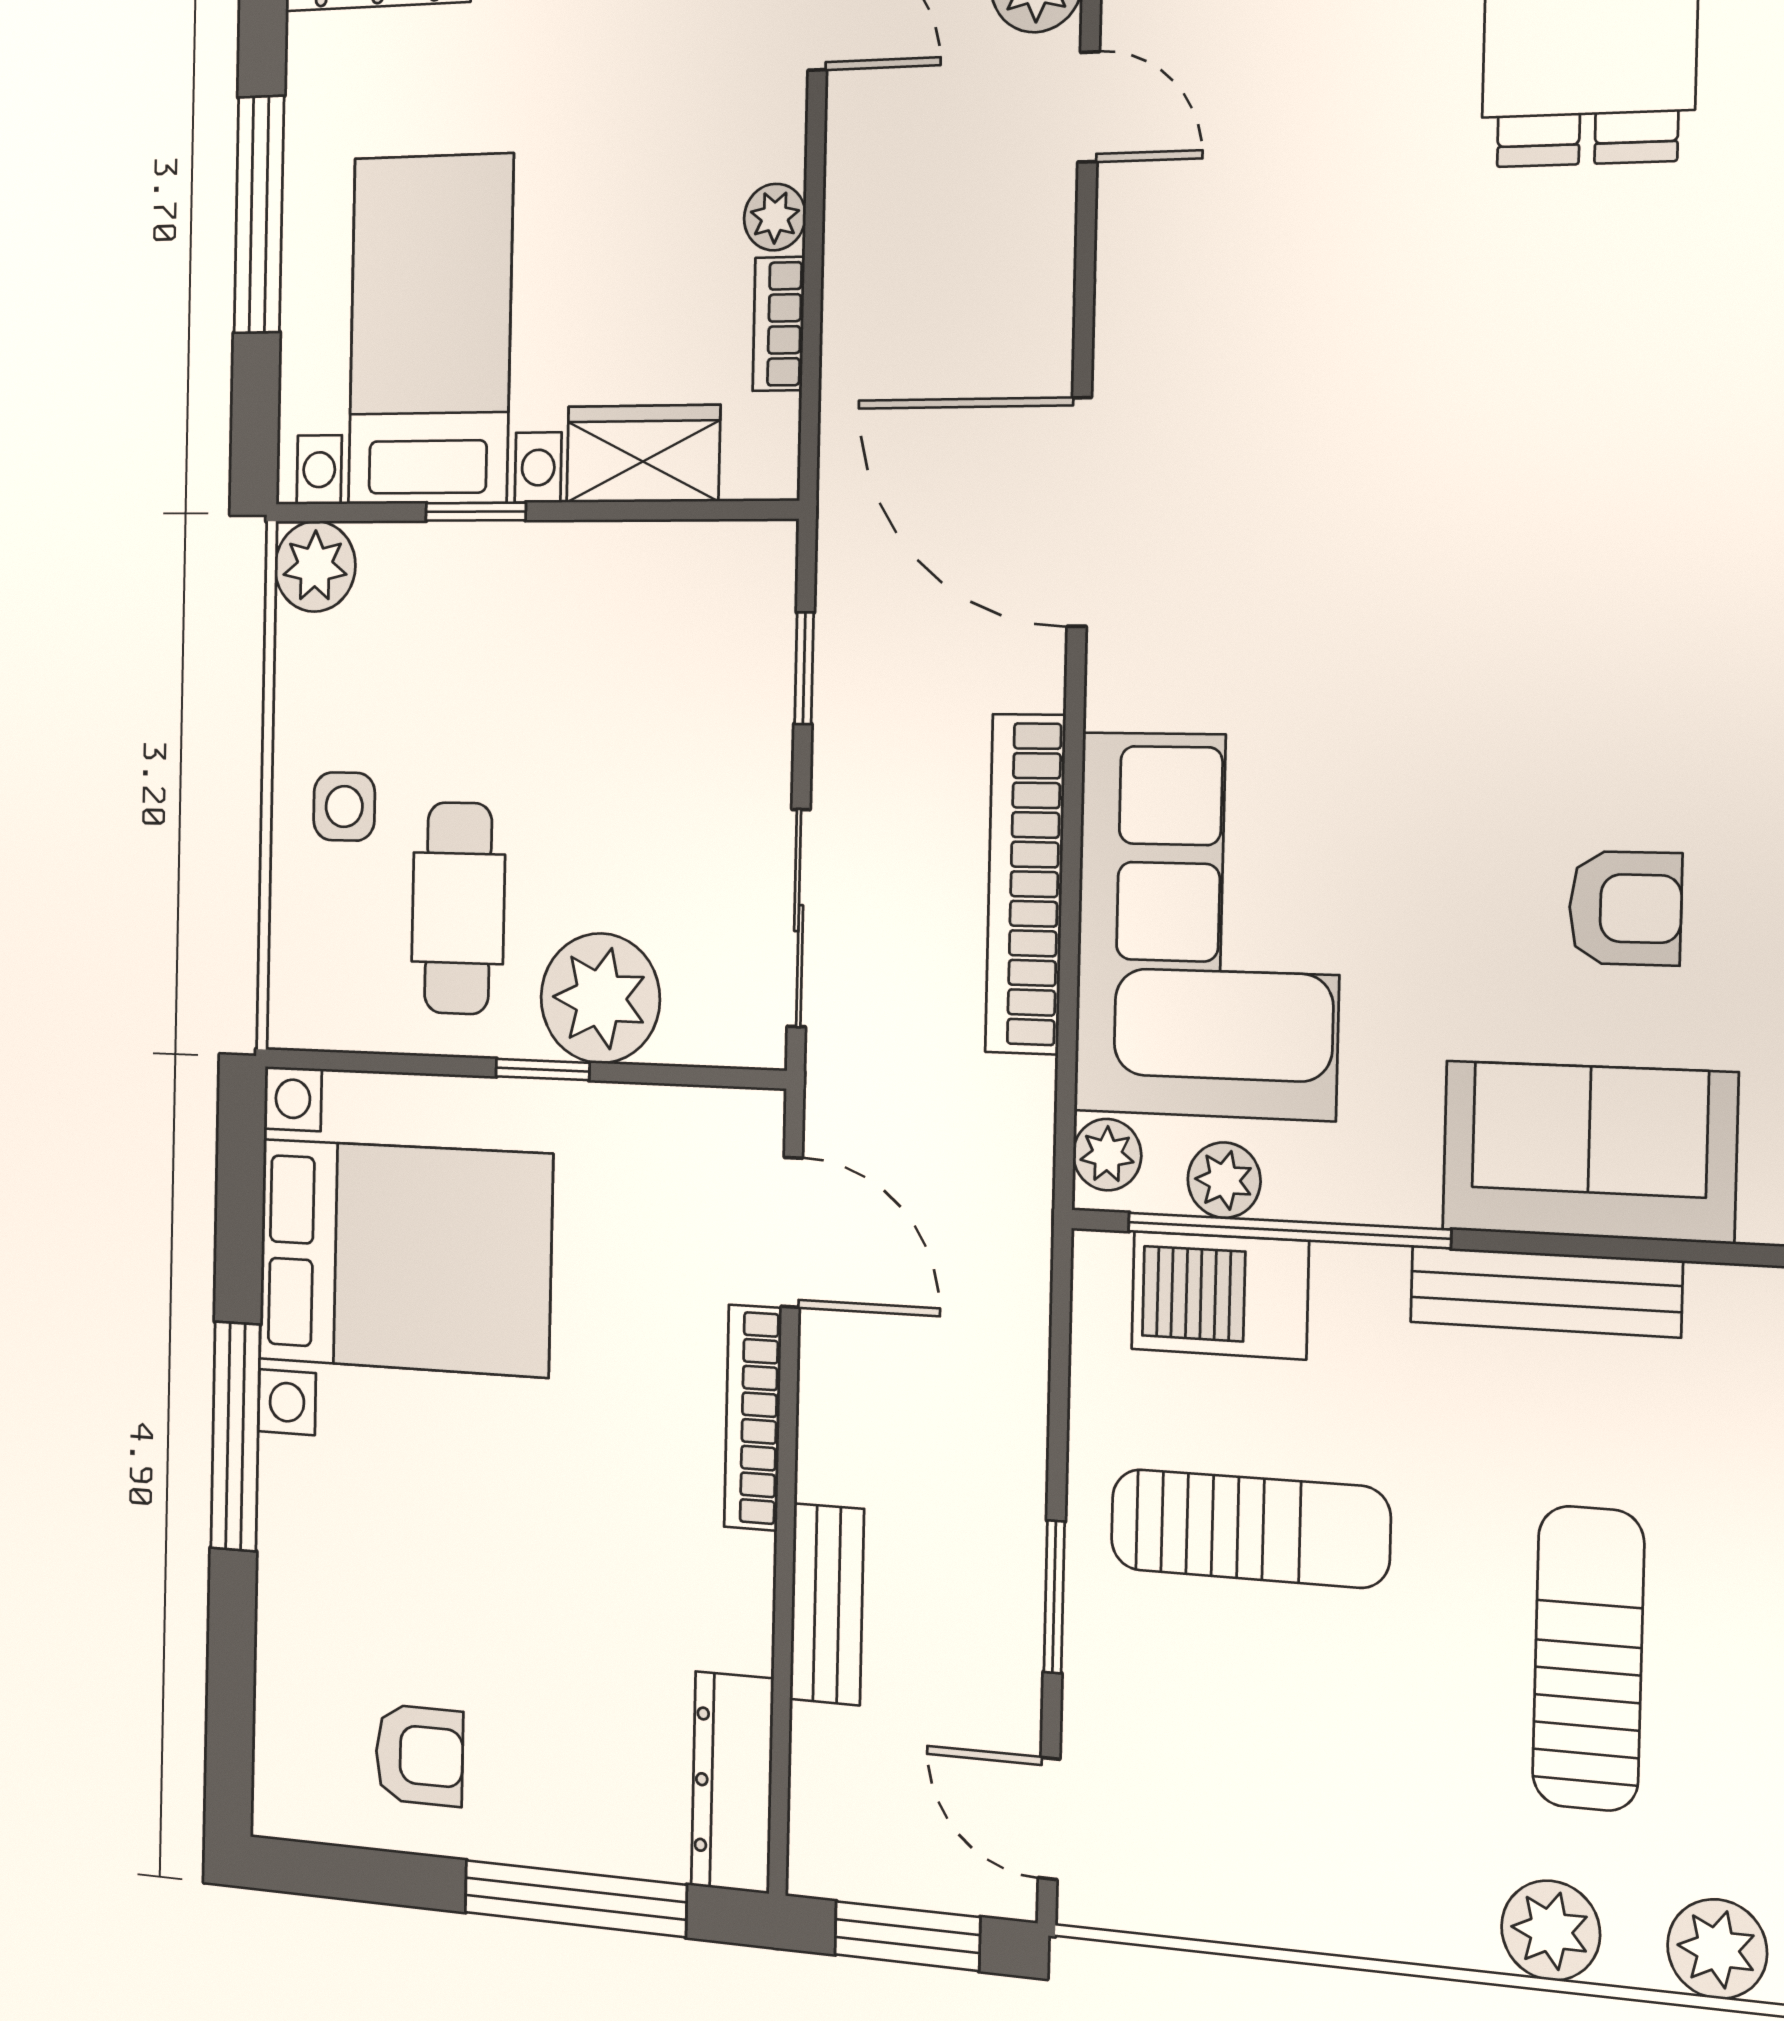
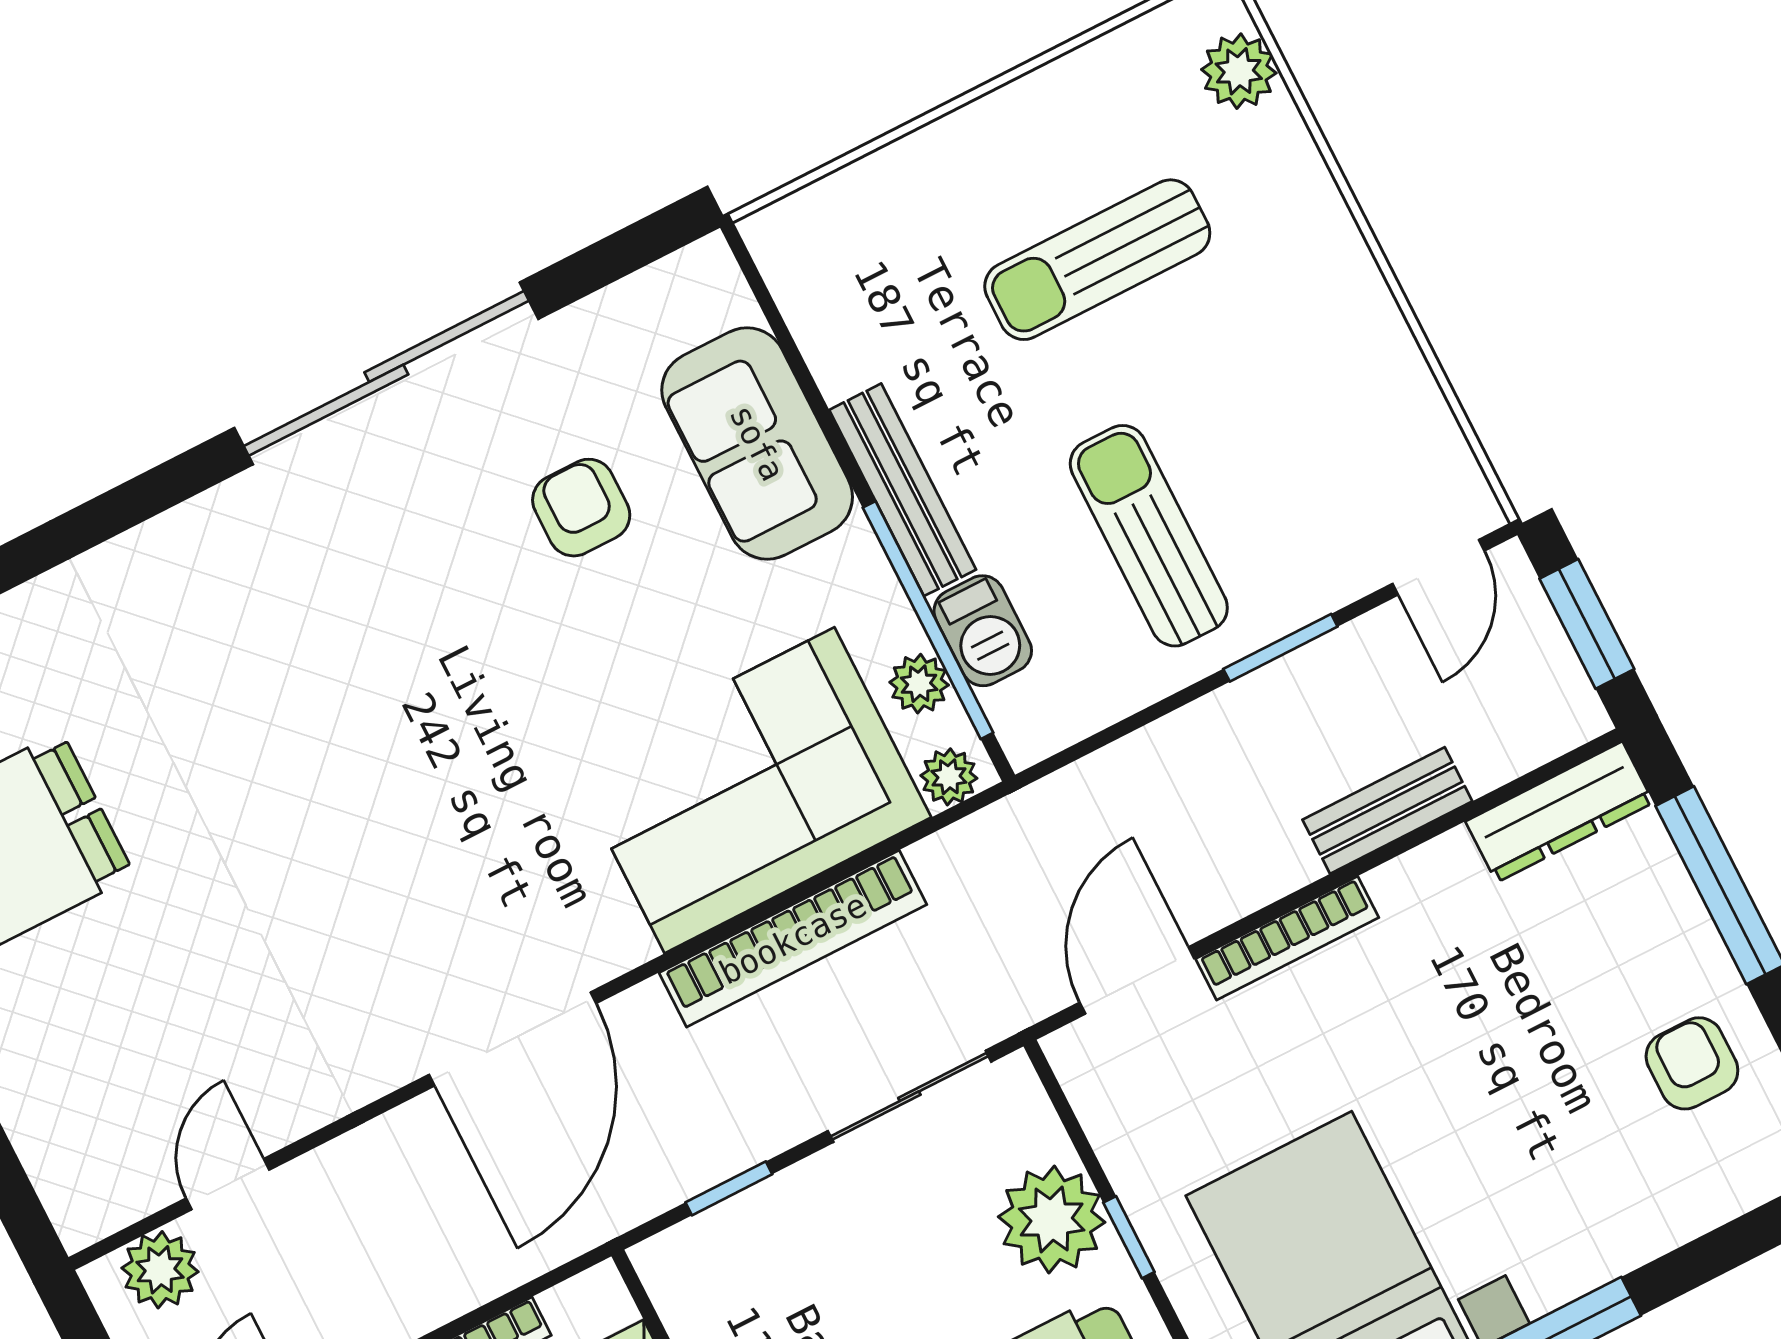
bench: (1545, 1292) -> (903, 490), moved
barbecue: (1220, 1295) -> (983, 631), width x0.73, depth x0.79
plant: (1551, 1930) -> (1296, 185), removed

